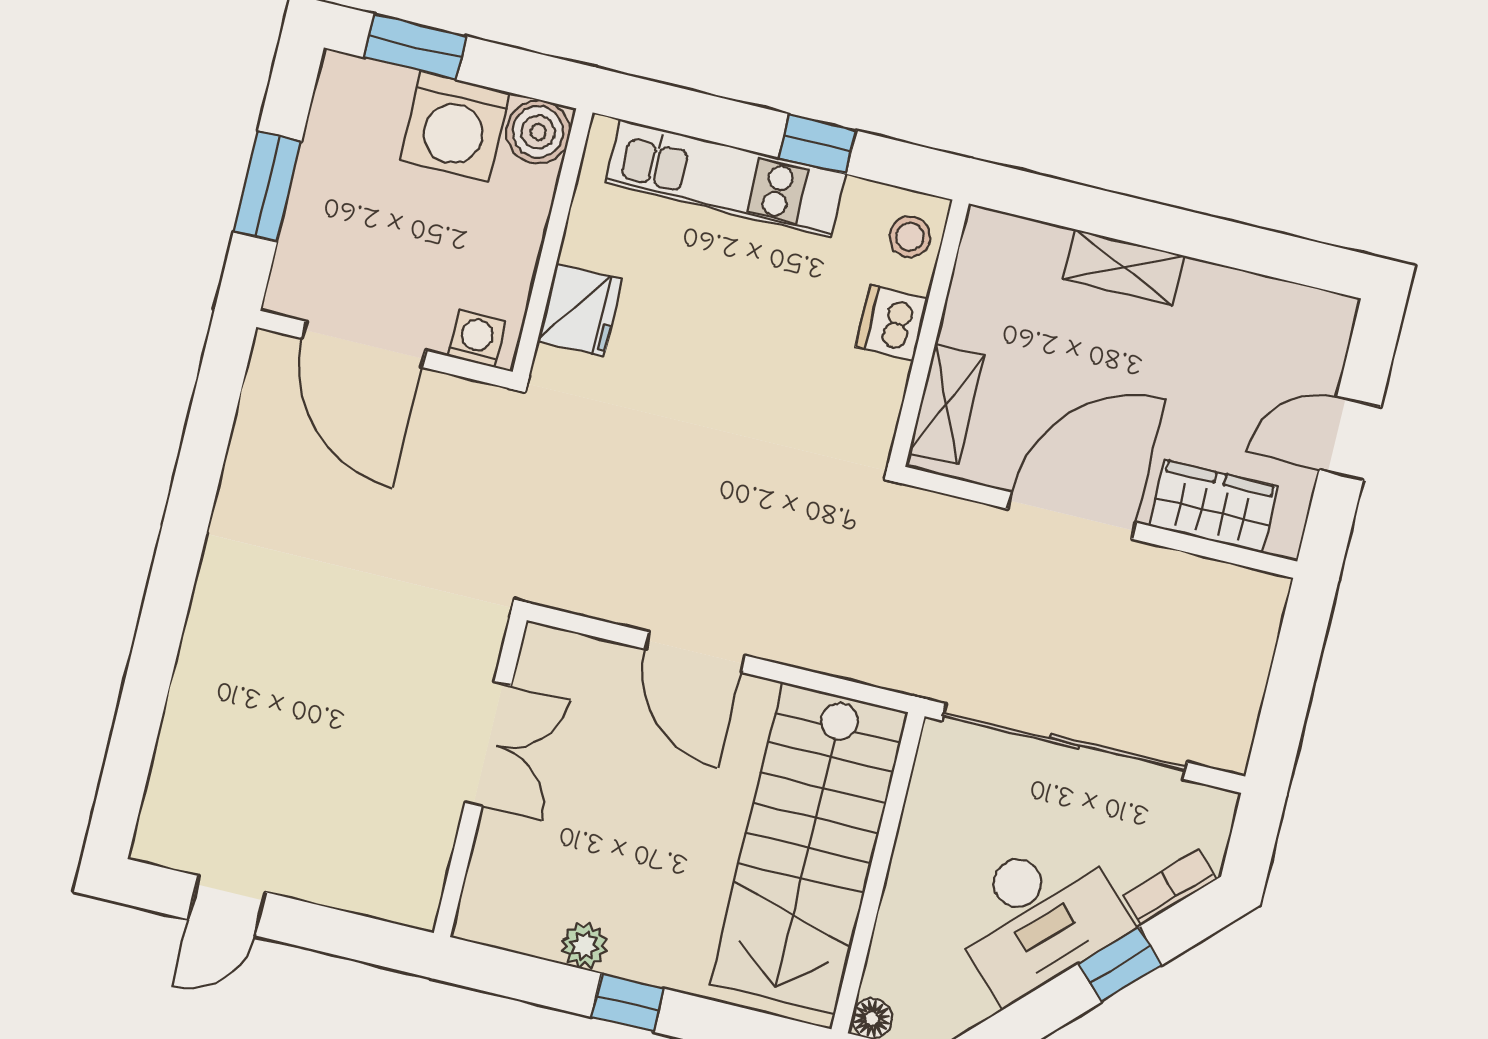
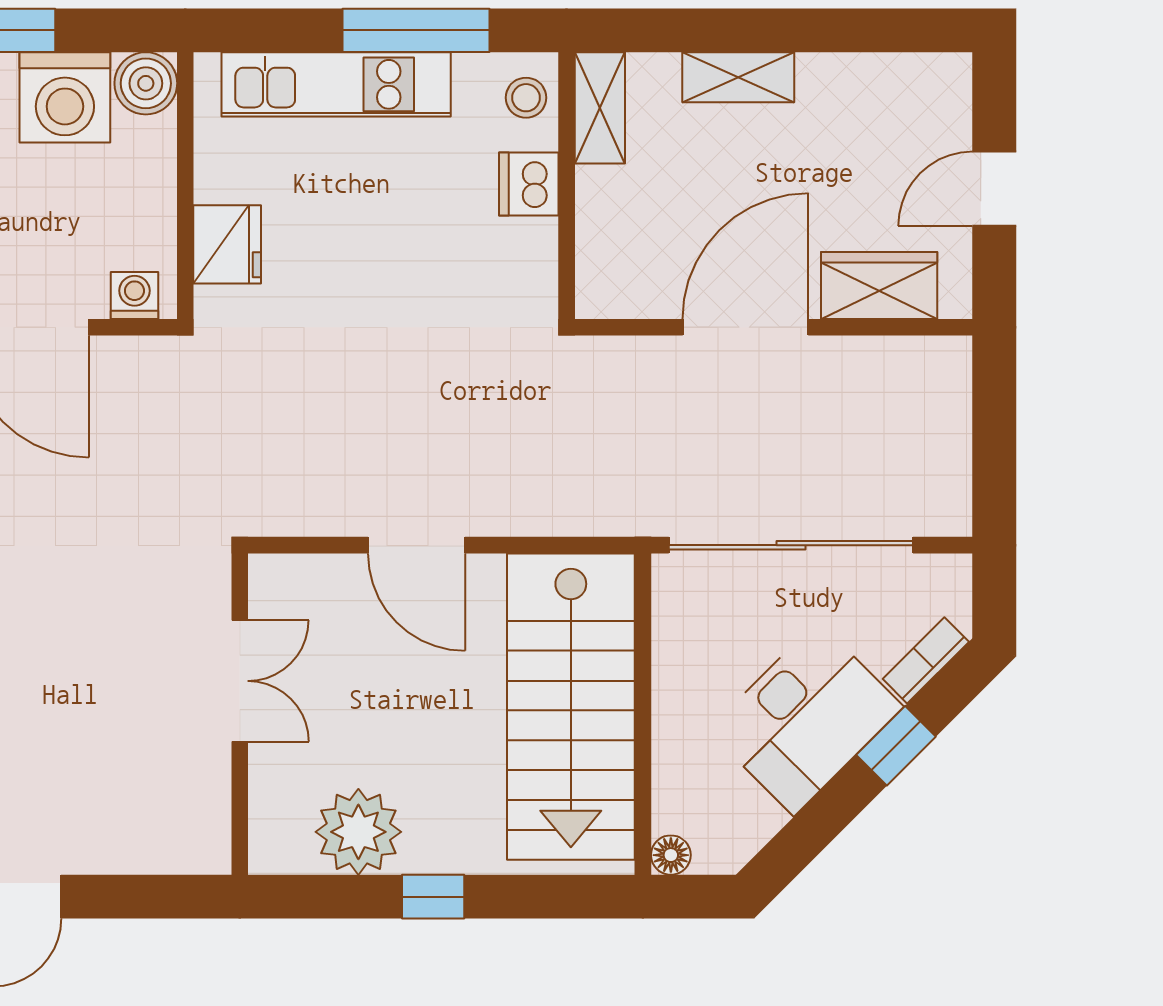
window: (817, 144) -> (416, 30), width x2.17
shelving: (946, 404) -> (600, 108), moved
plant: (584, 946) -> (358, 832), width x1.88, depth x1.88

